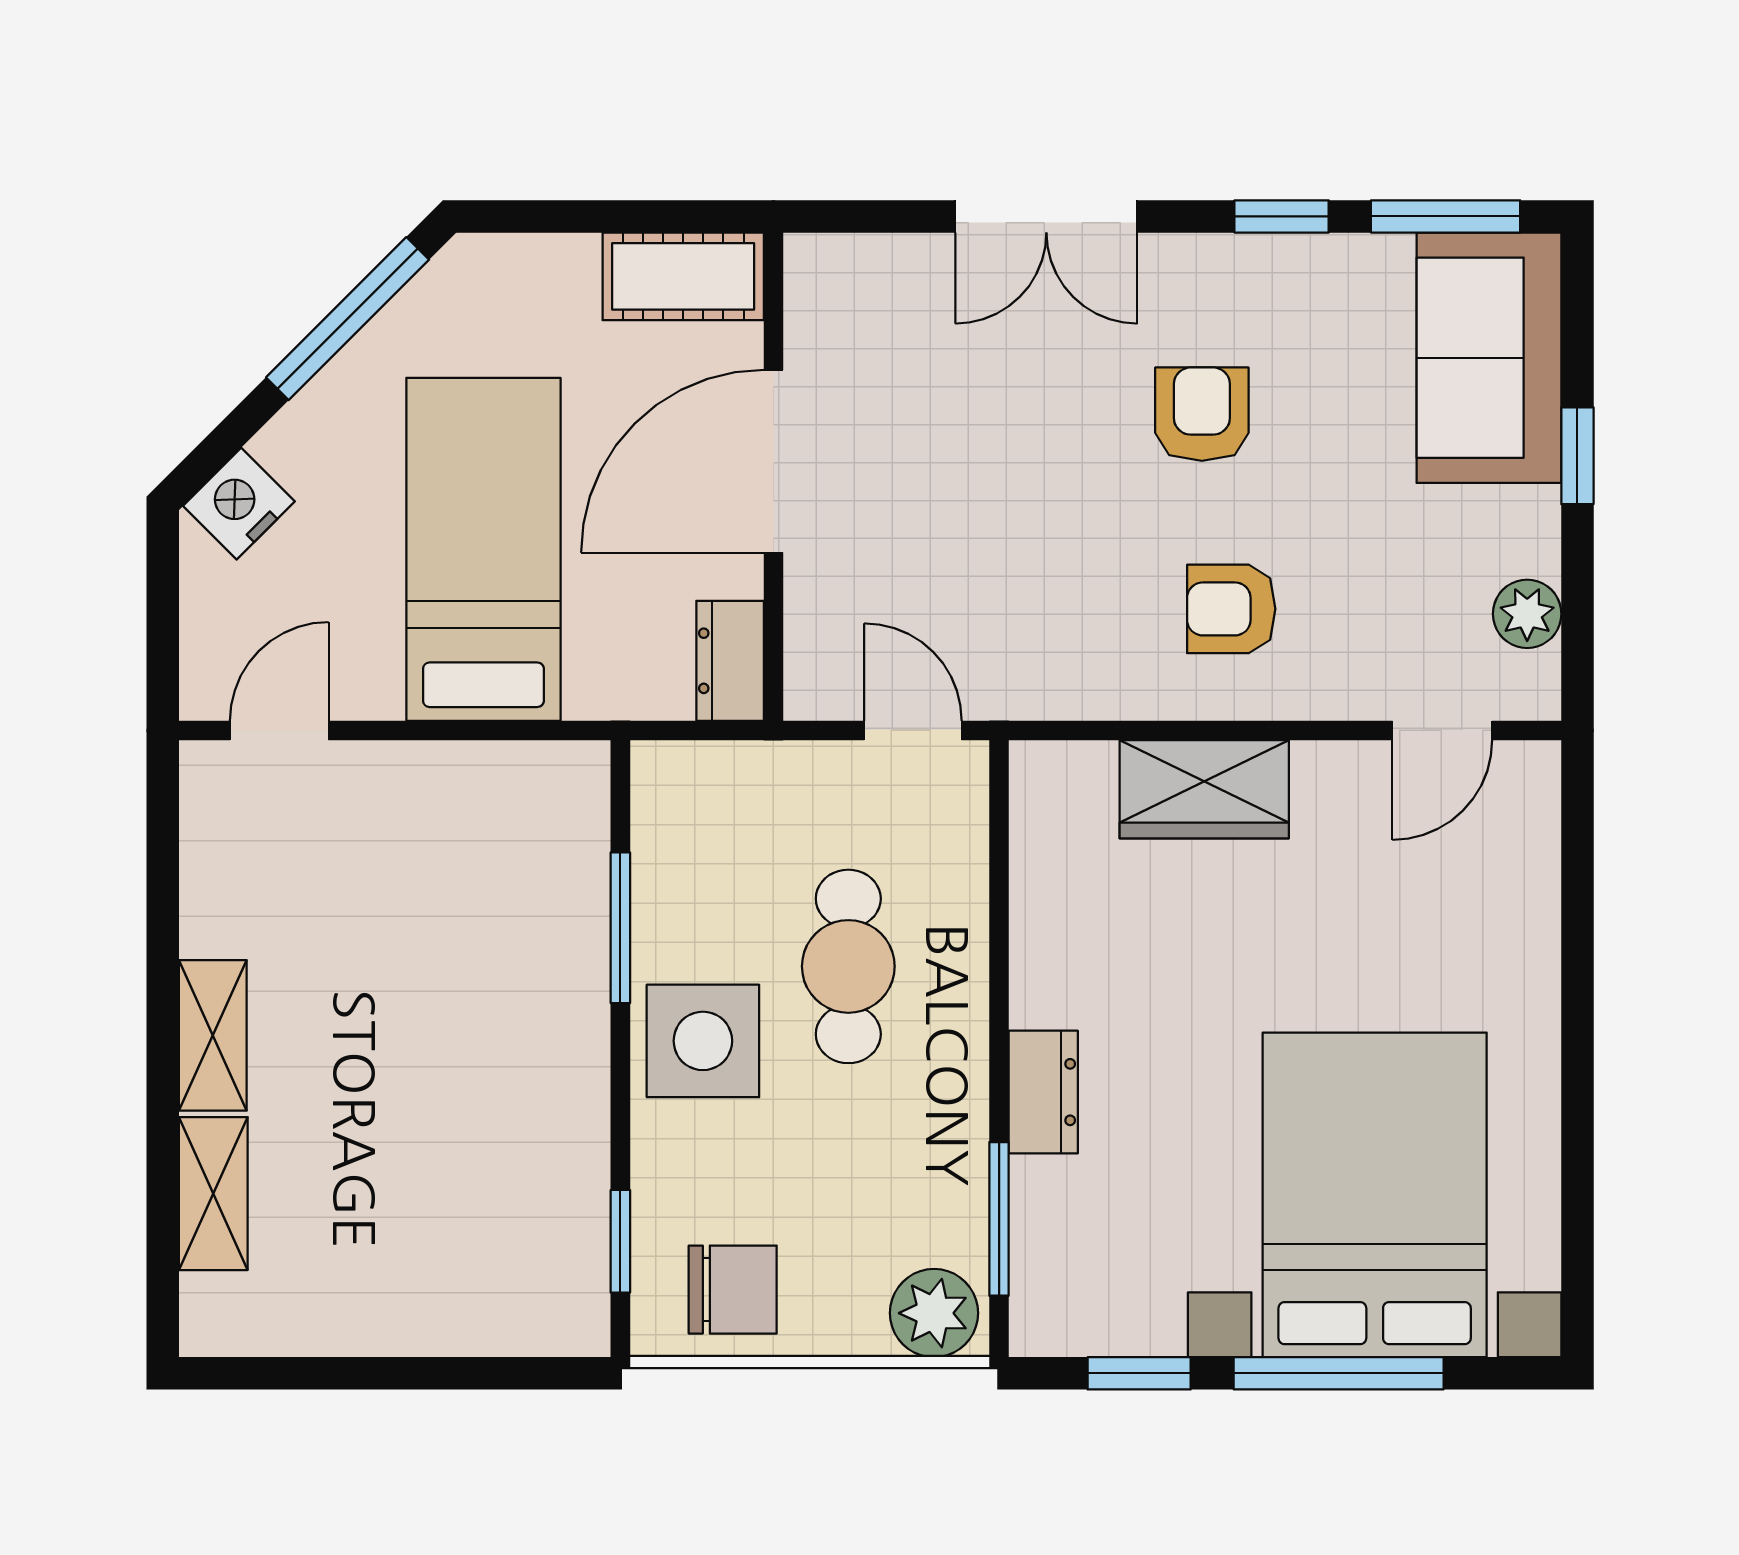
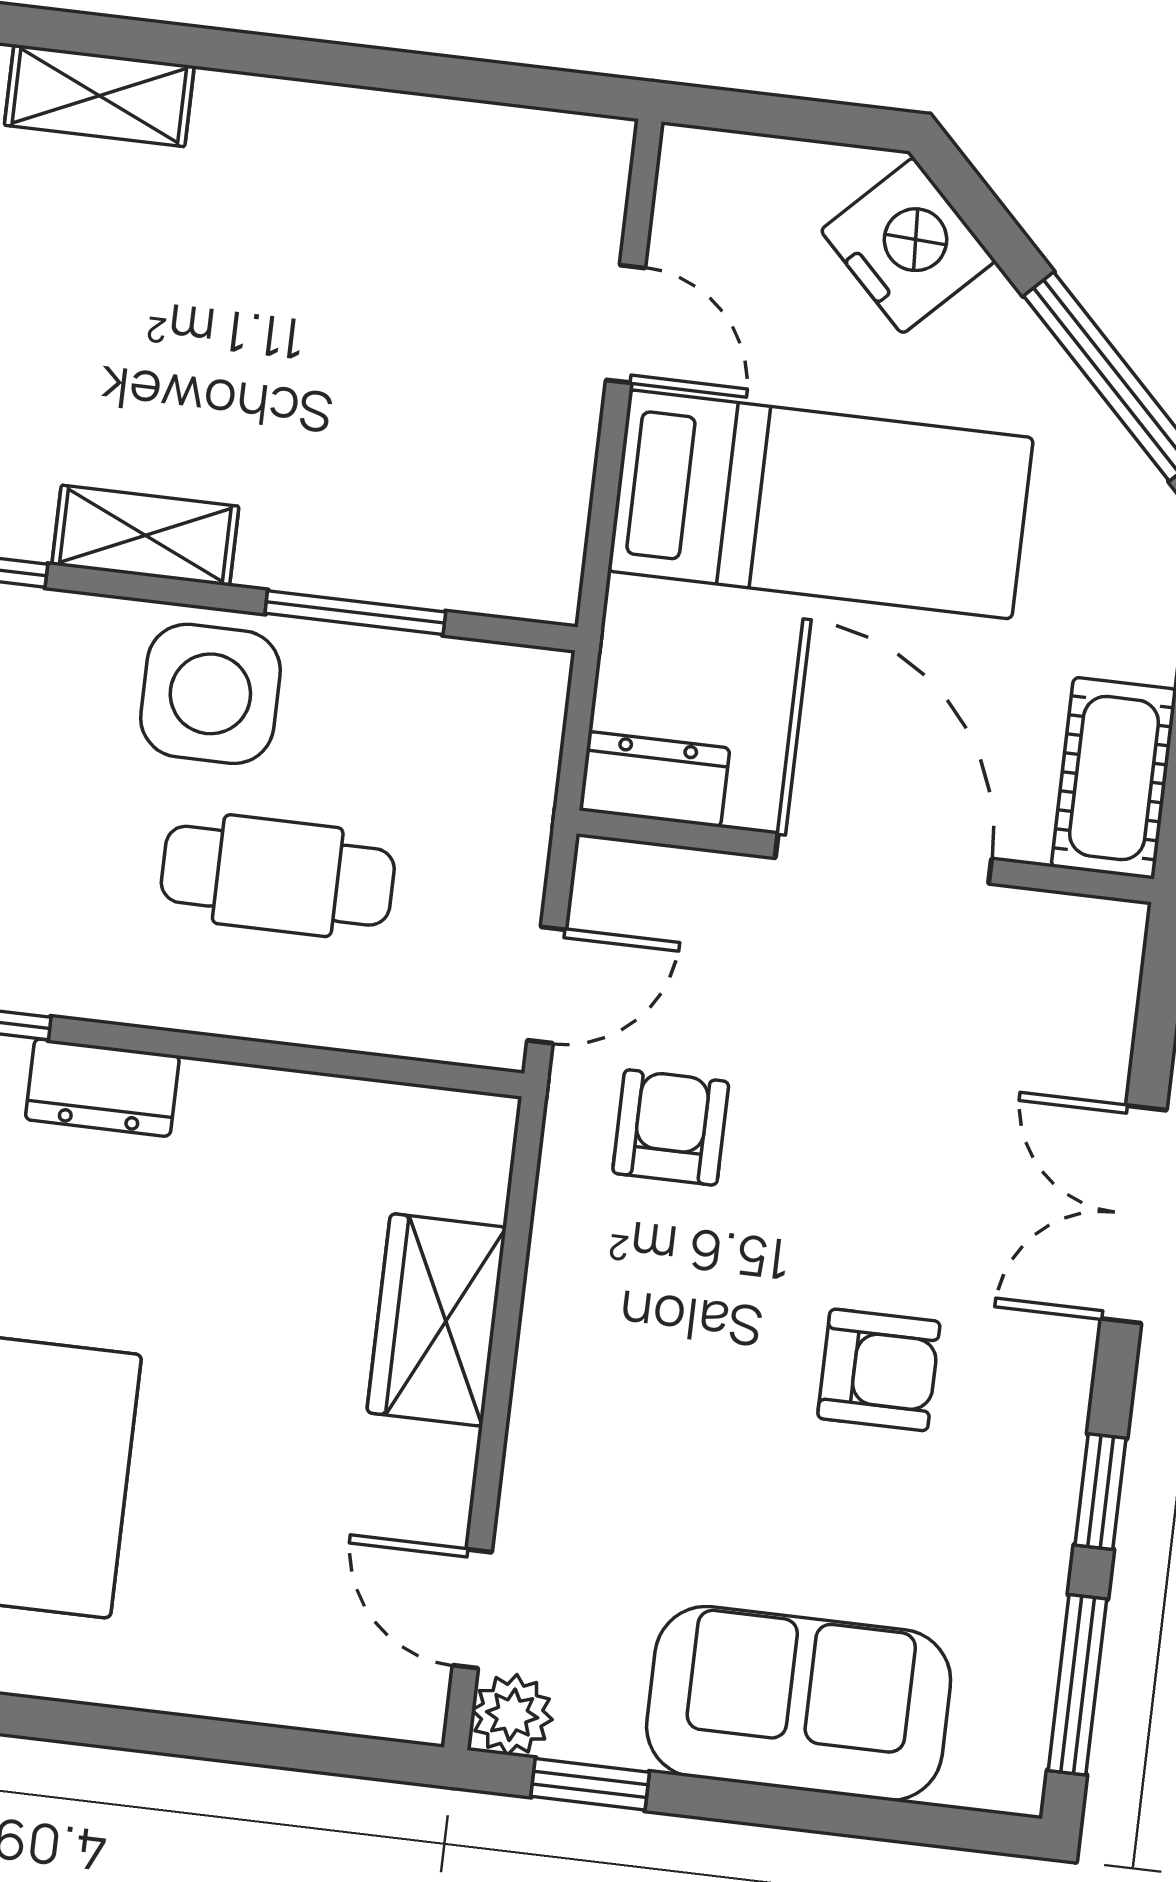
sofa: (1489, 358) -> (799, 1703), moved
window: (1577, 456) -> (590, 1784), moved
nightstand: (239, 504) -> (908, 246), width x1.36, depth x1.33
armchair: (1231, 609) -> (671, 1127), moved
plant: (1527, 614) -> (512, 1715), moved
door: (279, 730) -> (626, 324), moved
shelving: (213, 1035) -> (145, 535), moved

